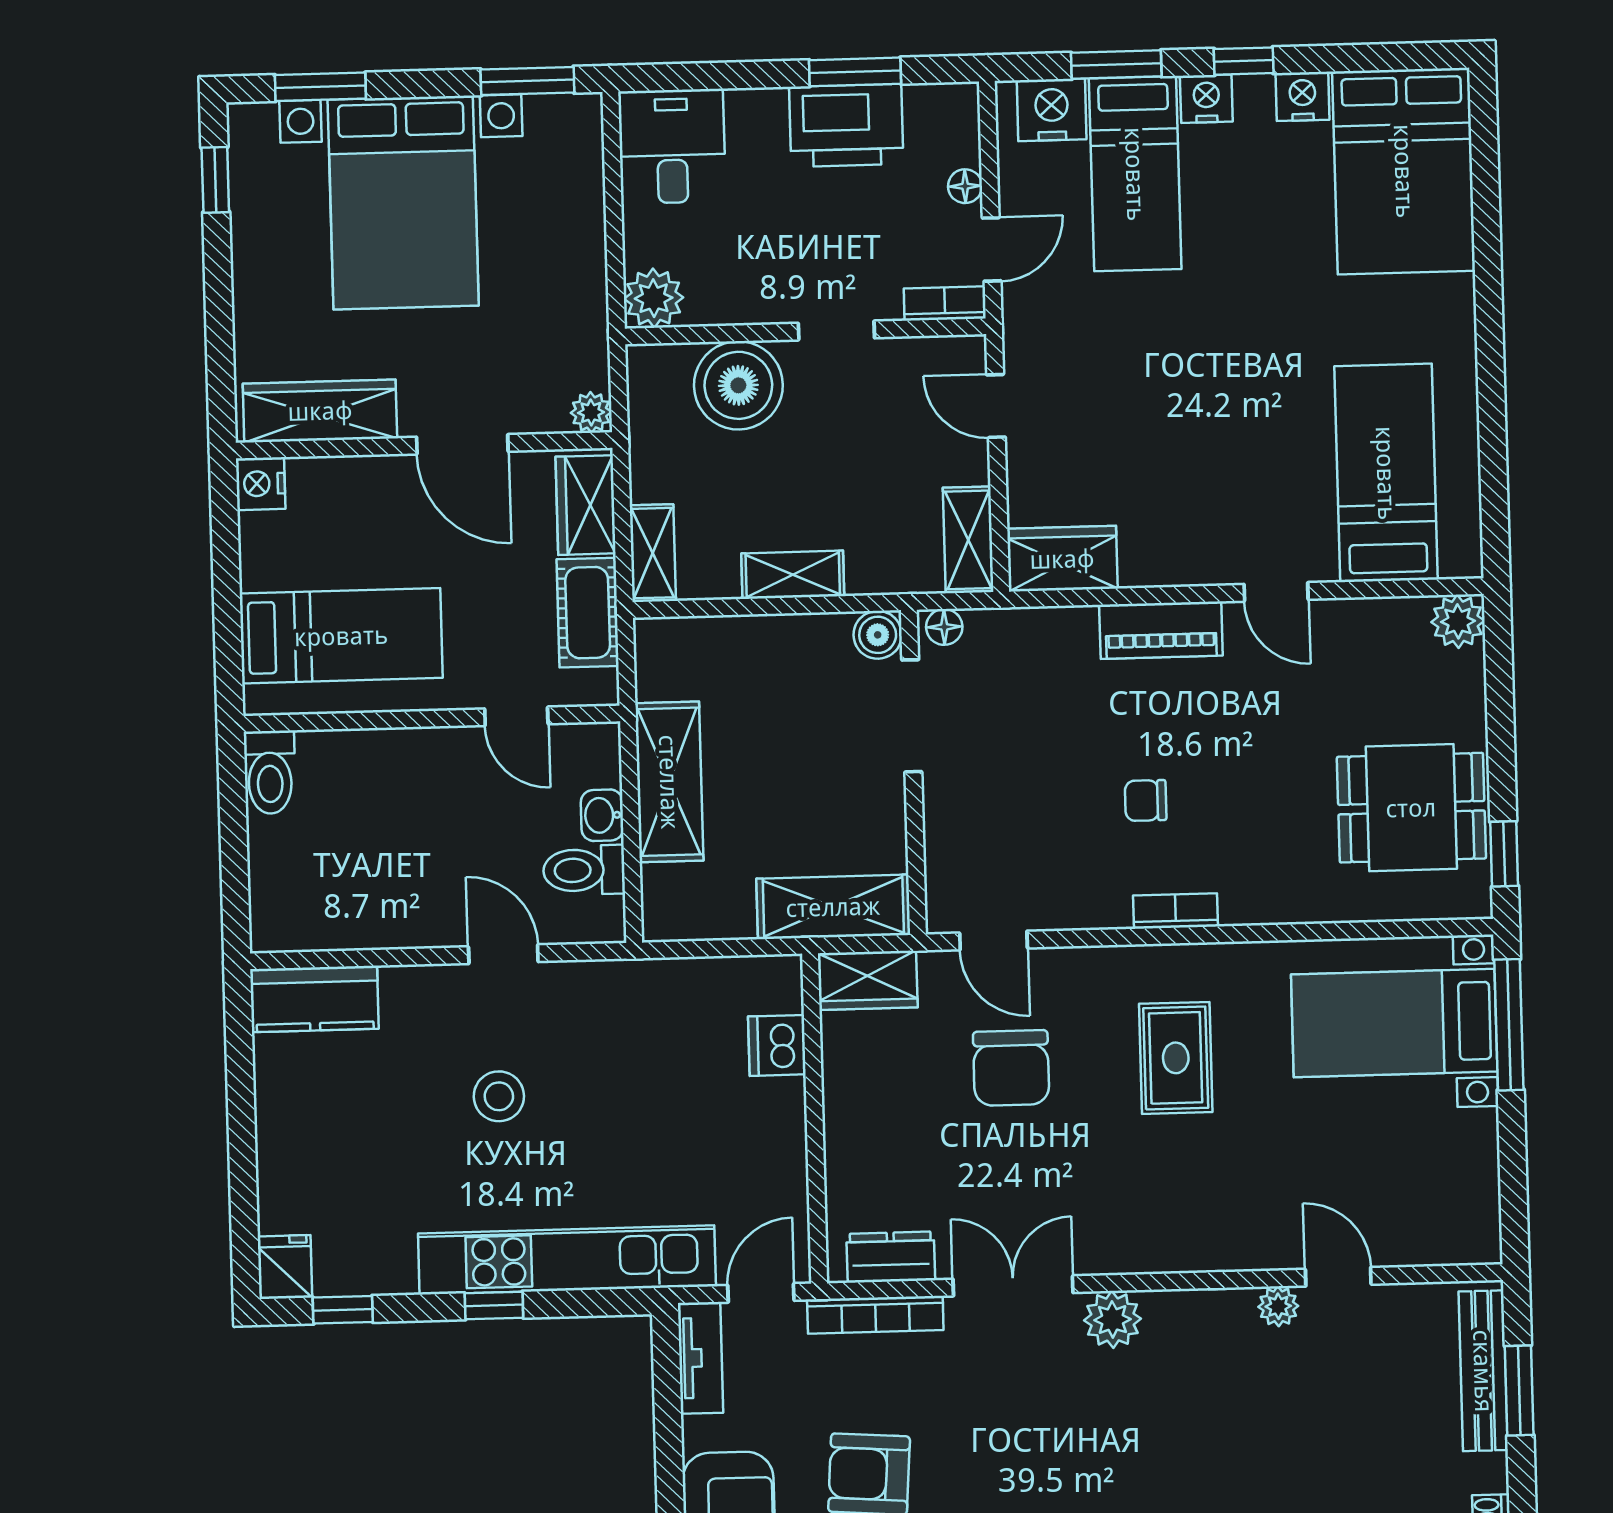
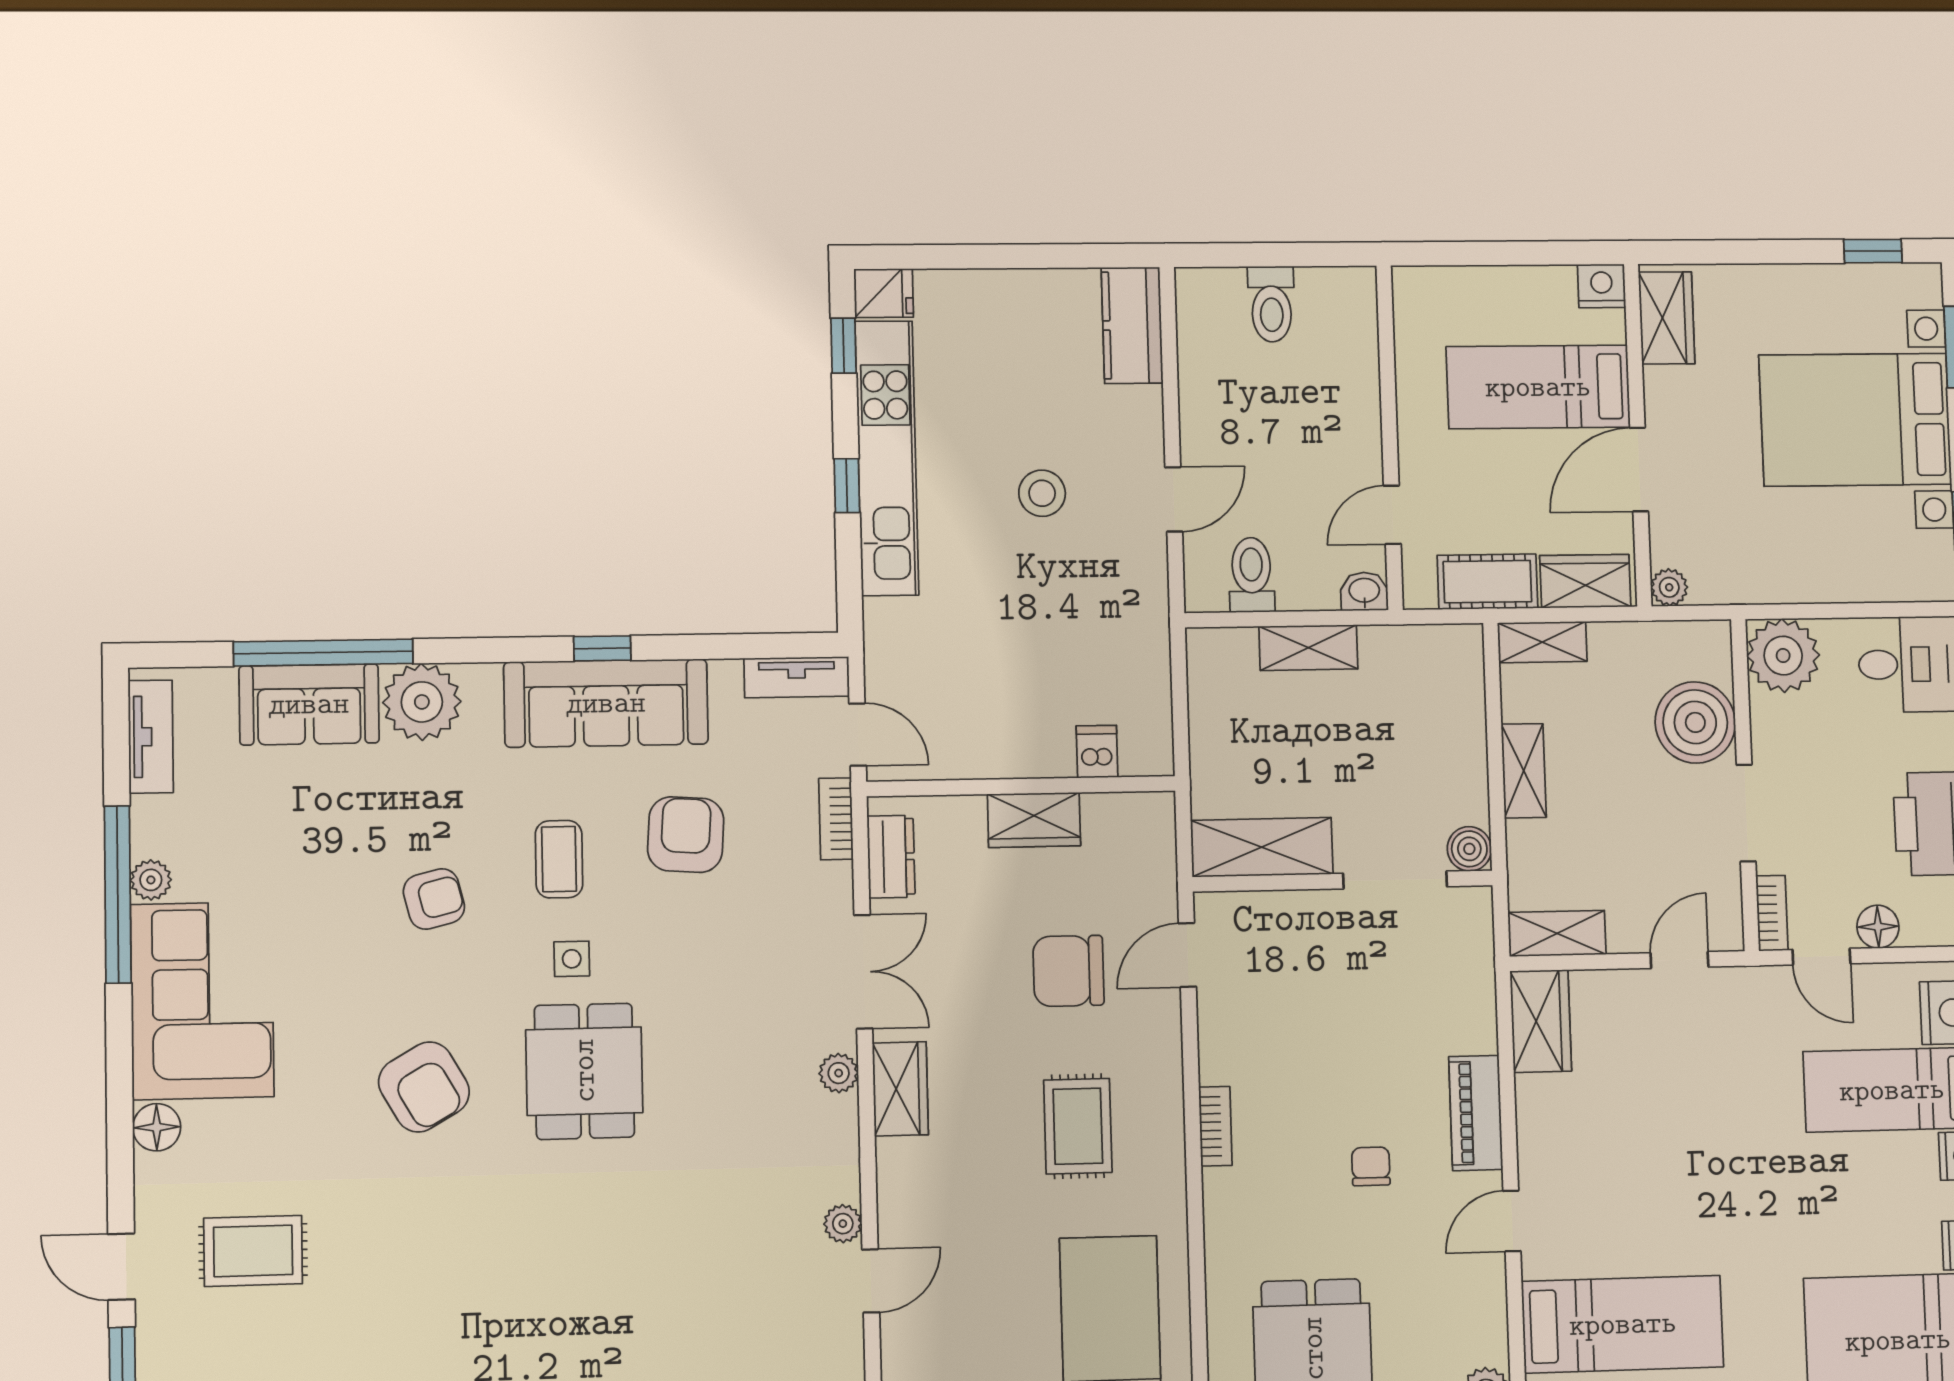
floor lamp: (965, 186) -> (1878, 927), width x1.37, depth x1.37
plant: (654, 298) -> (1783, 656), width x1.36, depth x1.36
doorway: (836, 331) -> (1746, 813), width x1.38
wardrobe: (320, 411) -> (1667, 318), width x0.67
floor lamp: (944, 627) -> (1477, 911), removed
bed: (341, 636) -> (1538, 387), moved, turned 90
toilet: (270, 772) -> (1271, 304), moved, turned -90
shelving: (669, 782) -> (1308, 648), width x0.67, depth x0.75
chair: (1146, 800) -> (1371, 1166), moved
washbasin: (602, 815) -> (1364, 591), moved
shelving: (833, 907) -> (1262, 847), moved, turned 90
wardrobe: (868, 980) -> (1034, 820), moved, turned -90
dishwasher: (777, 1045) -> (1097, 752), width x0.73
rug: (1176, 1058) -> (1078, 1126), turned 90
wardrobe: (1137, 1246) -> (900, 1089), added
kitchen unit: (567, 1260) -> (887, 458), moved
bookcase: (875, 1315) -> (836, 819), width x0.64
plant: (1112, 1320) -> (839, 1073), width x0.73, depth x0.73

